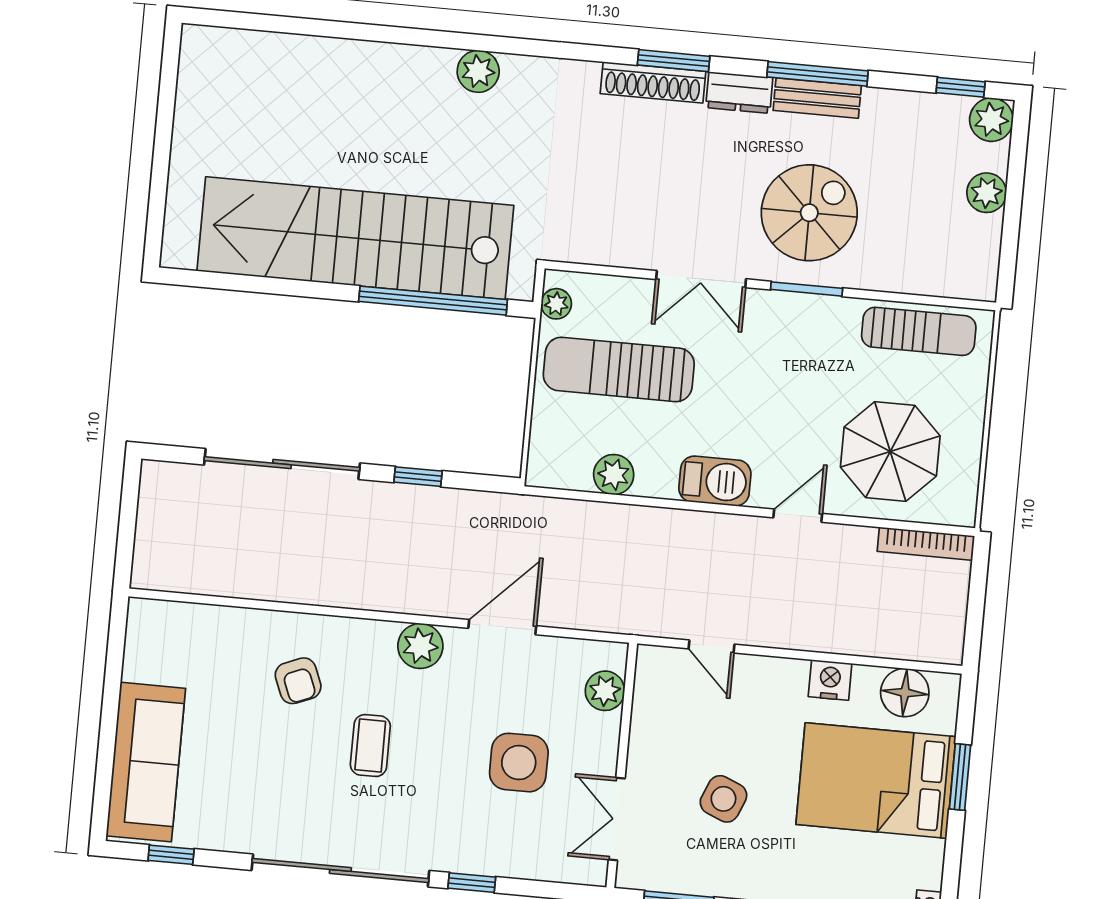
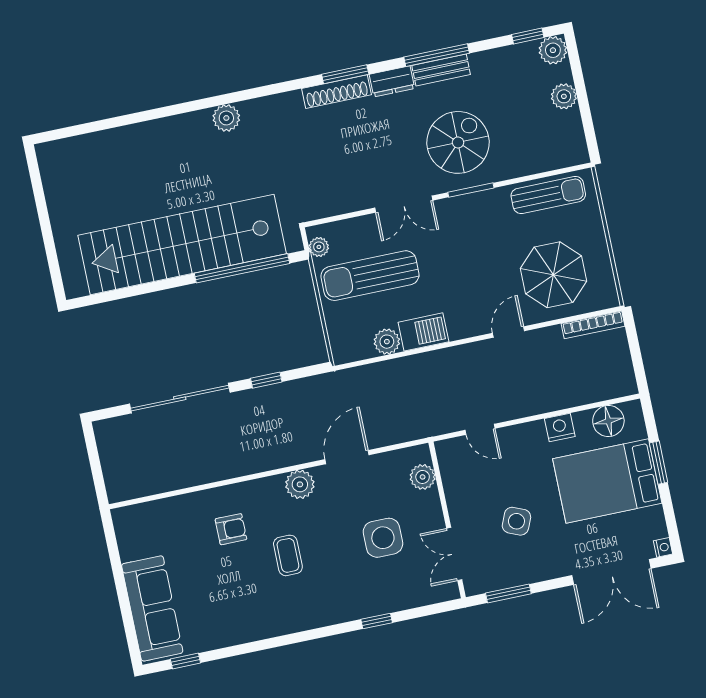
barbecue: (715, 481) -> (423, 332), moved
armchair: (298, 681) -> (231, 529), turned -68
sliding door: (340, 870) -> (293, 638), removed

